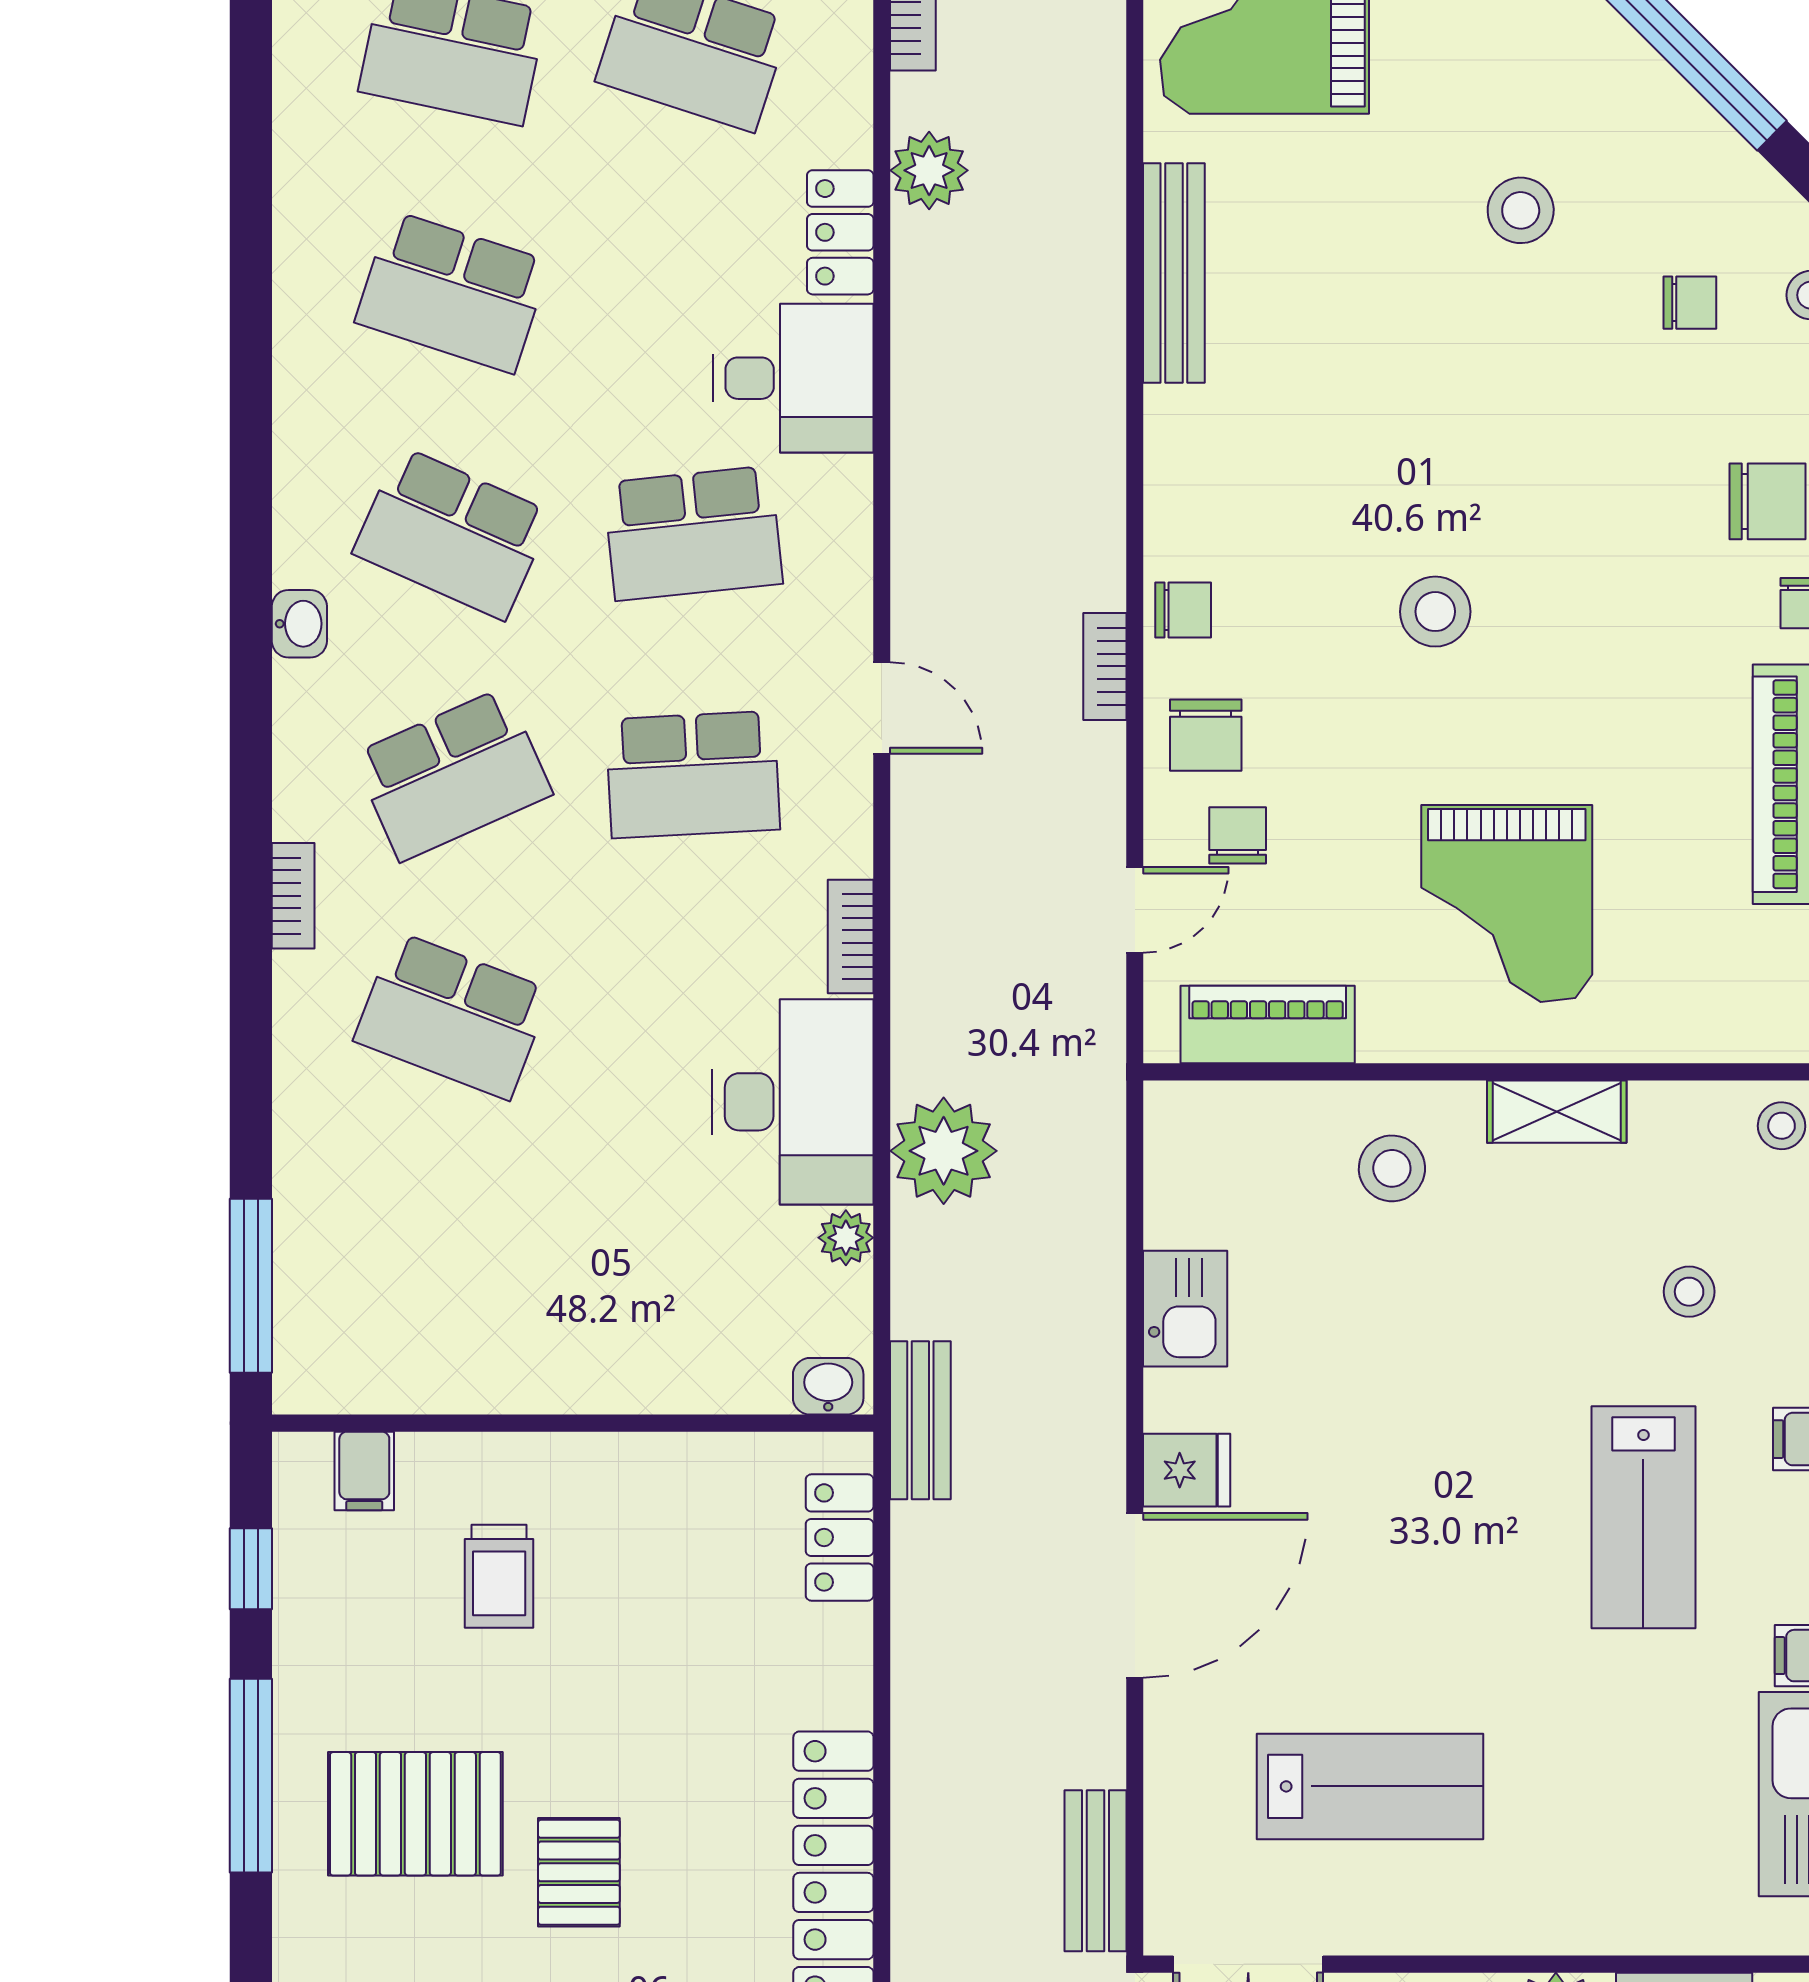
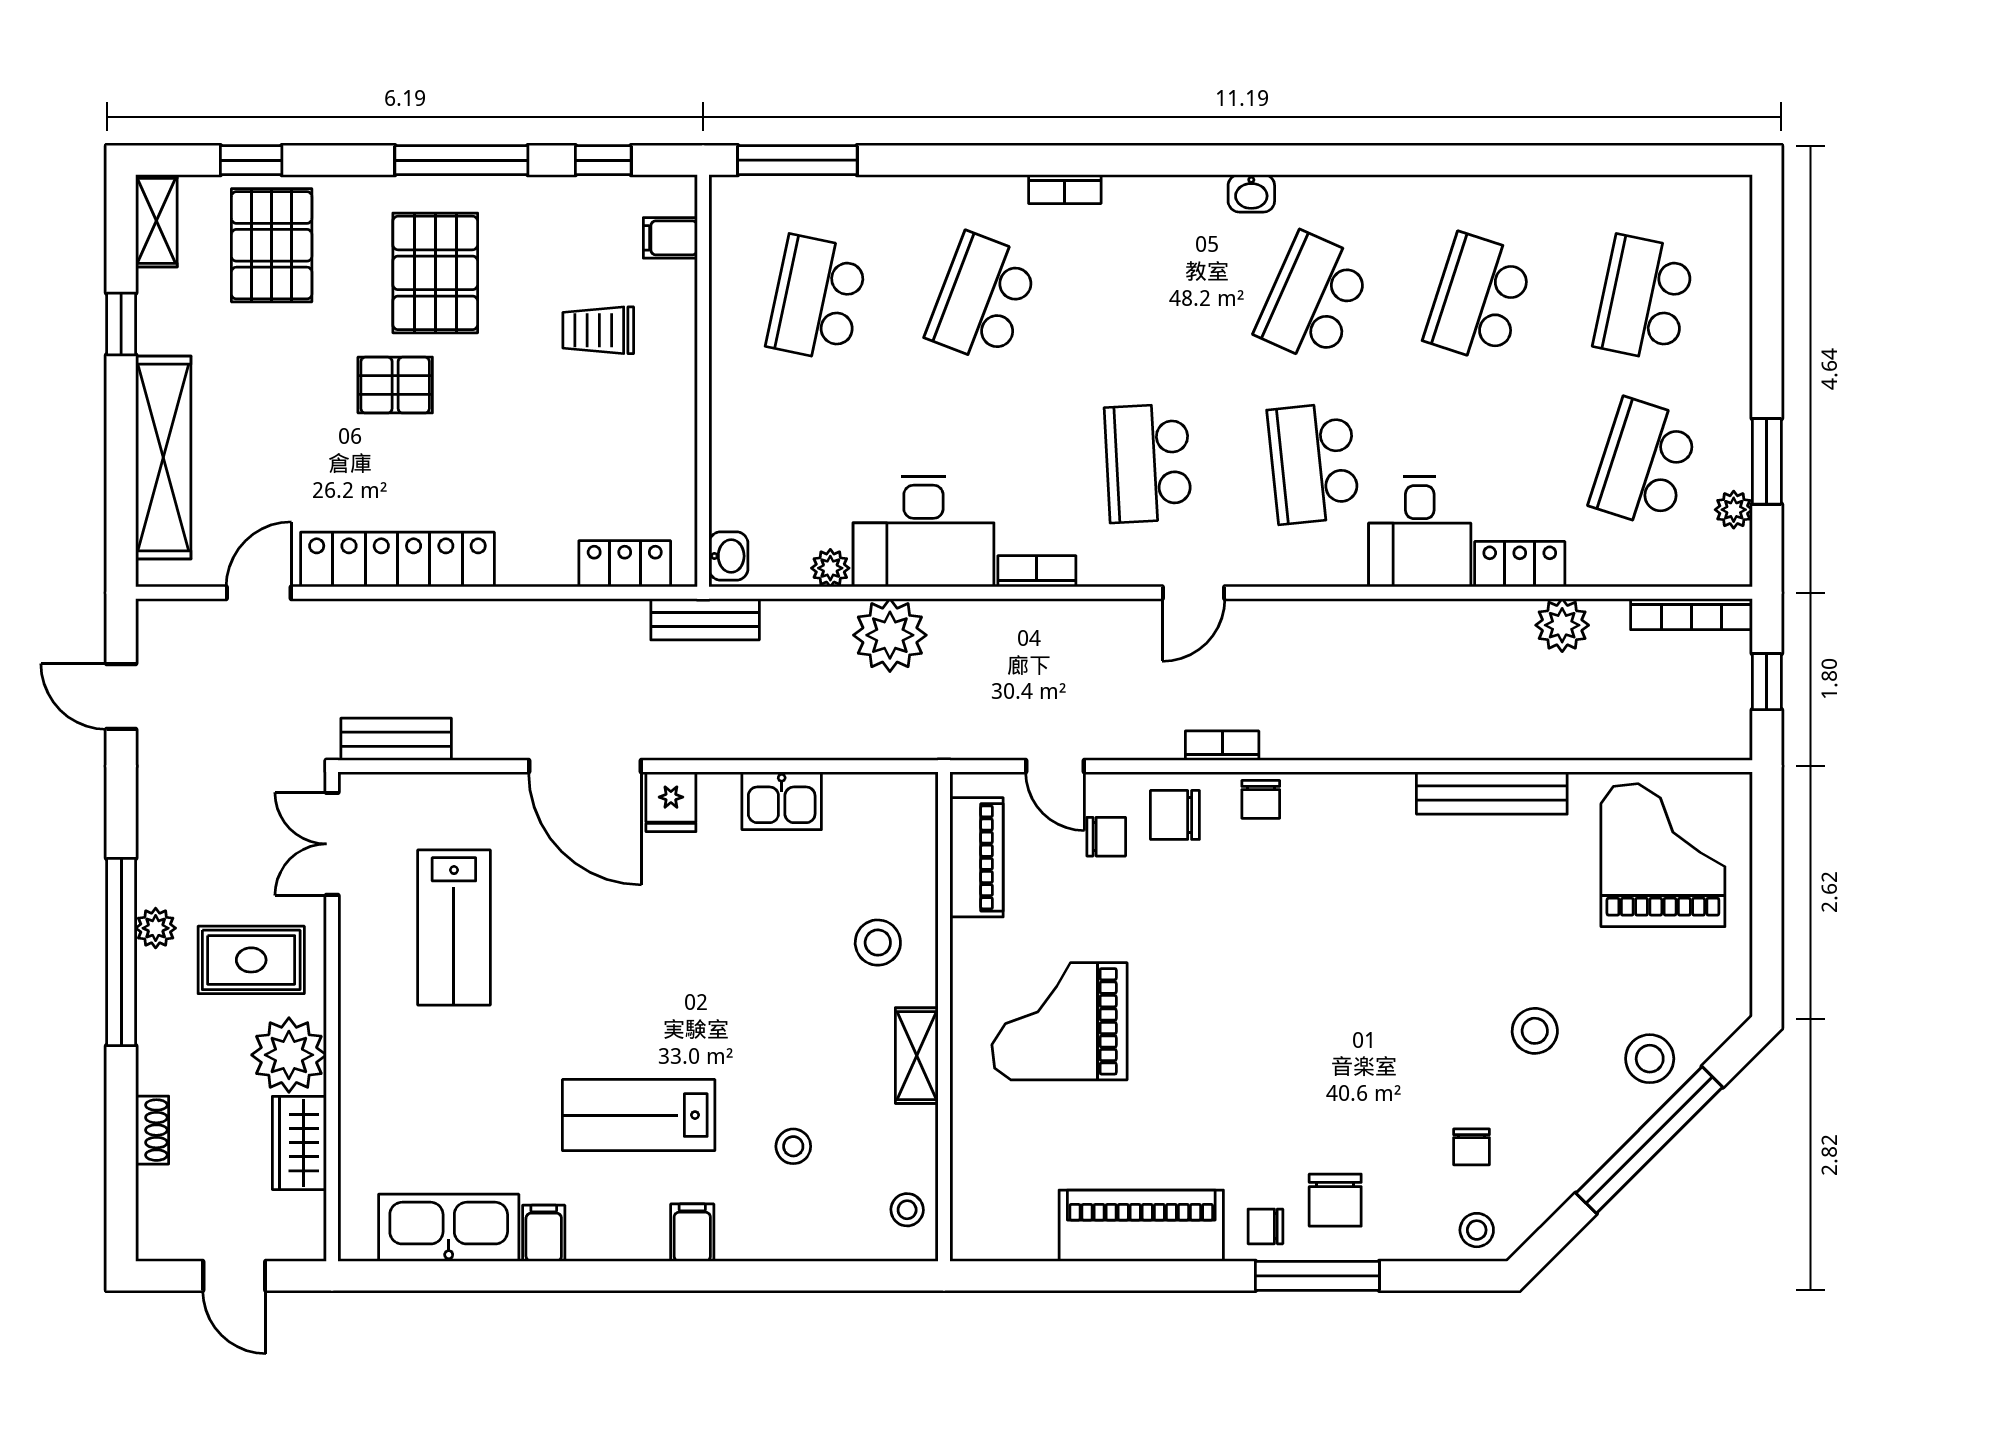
stool: (1435, 612) -> (1650, 1059), moved
school desk: (452, 774) -> (817, 298), moved, turned 36

